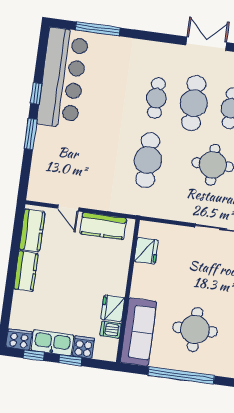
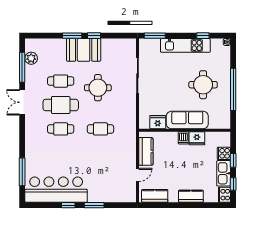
cafe table: (148, 160) -> (100, 129), width x0.73, depth x0.74
kitchen counter: (26, 271) -> (191, 196), moved
dishwasher: (111, 330) -> (183, 138), moved
sofa: (138, 332) -> (187, 120), moved

